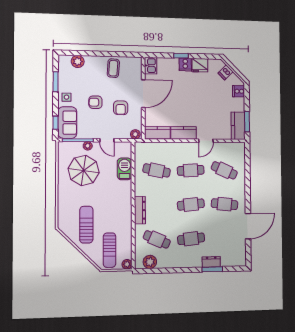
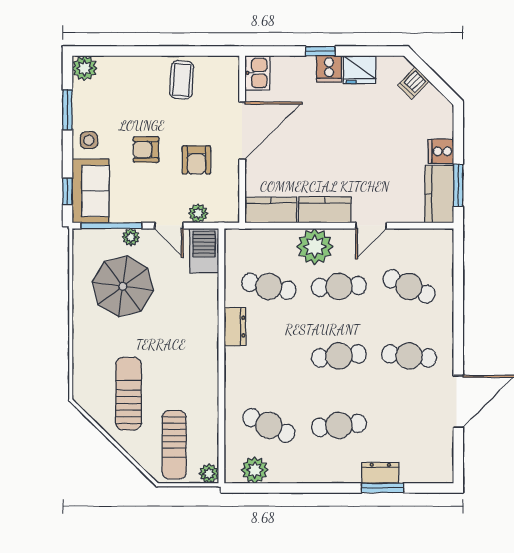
plant: (78, 61) -> (85, 68), moved
cooker: (239, 91) -> (441, 151), moved
plant: (135, 134) -> (198, 213), moved
plant: (179, 151) -> (315, 247), added
barbecue: (125, 169) -> (204, 251), moved
dresser: (140, 210) -> (235, 327), moved, width x0.70

